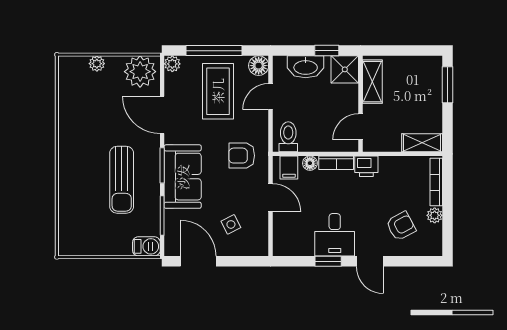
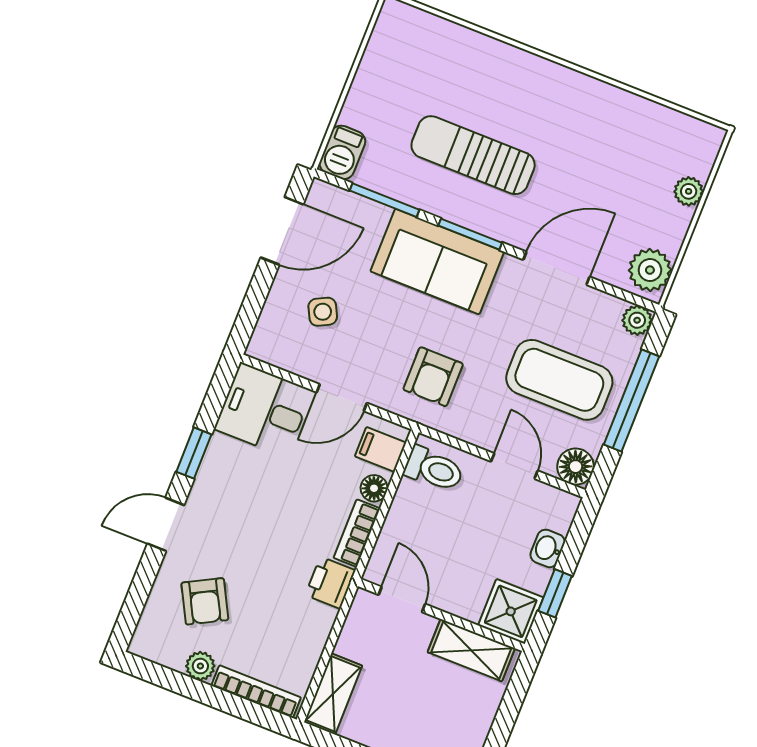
washbasin: (306, 67) -> (548, 548), width x0.52, depth x0.69
plant: (140, 72) -> (650, 270), width x0.73, depth x0.73
armchair: (242, 156) -> (433, 377), turned 180
desk: (335, 235) -> (263, 410), moved

